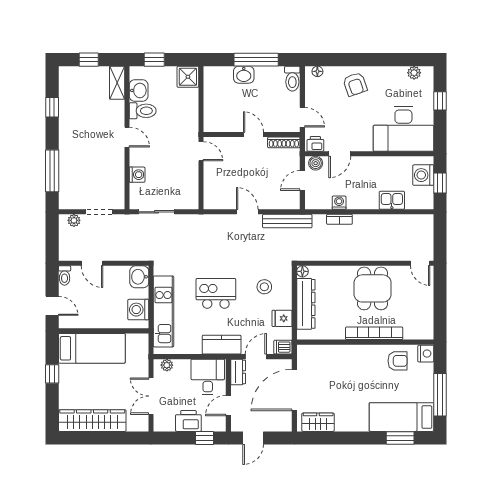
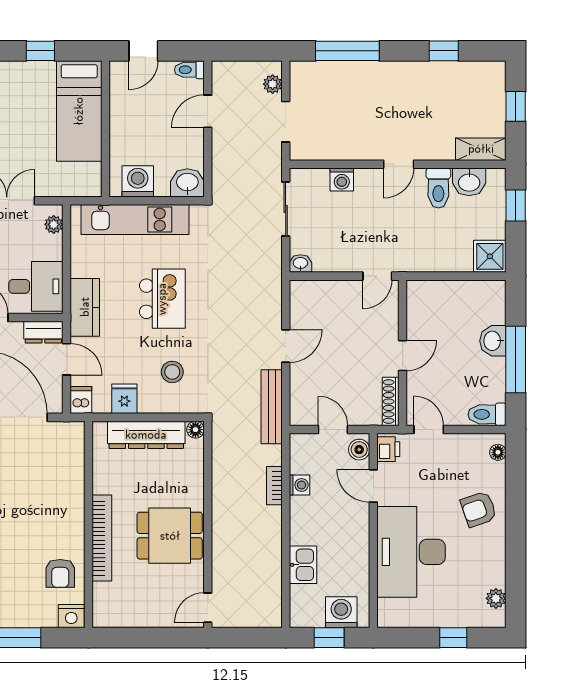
door: (302, 117) -> (429, 430), swing flipped
desk: (403, 129) -> (411, 552), moved
washbasin: (193, 202) -> (300, 264), added

